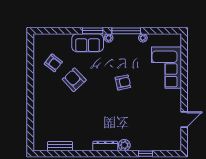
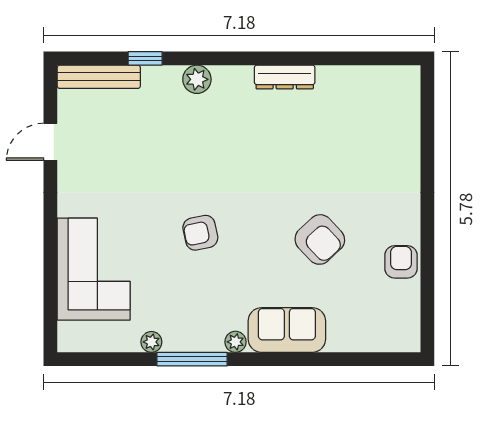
window: (93, 31) -> (275, 359), removed
armchair: (53, 63) -> (401, 262), moved, turned 52
bench: (60, 146) -> (99, 77), moved, width x1.36
dresser: (105, 146) -> (285, 77), moved

